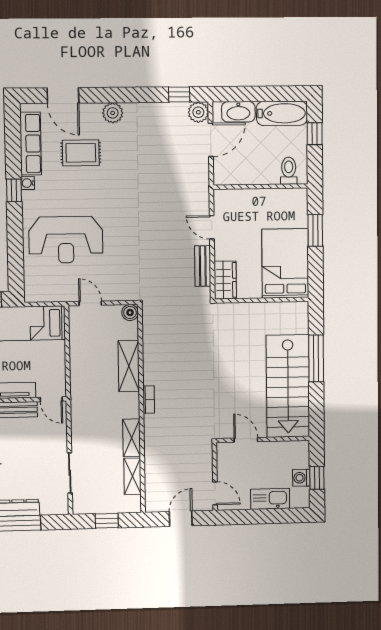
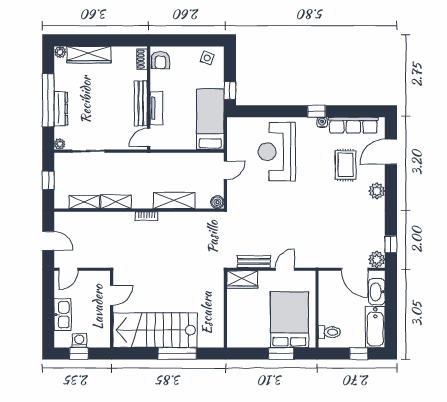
bed: (285, 263) -> (289, 320), moved, turned -90
plant: (62, 508) -> (60, 144), added

